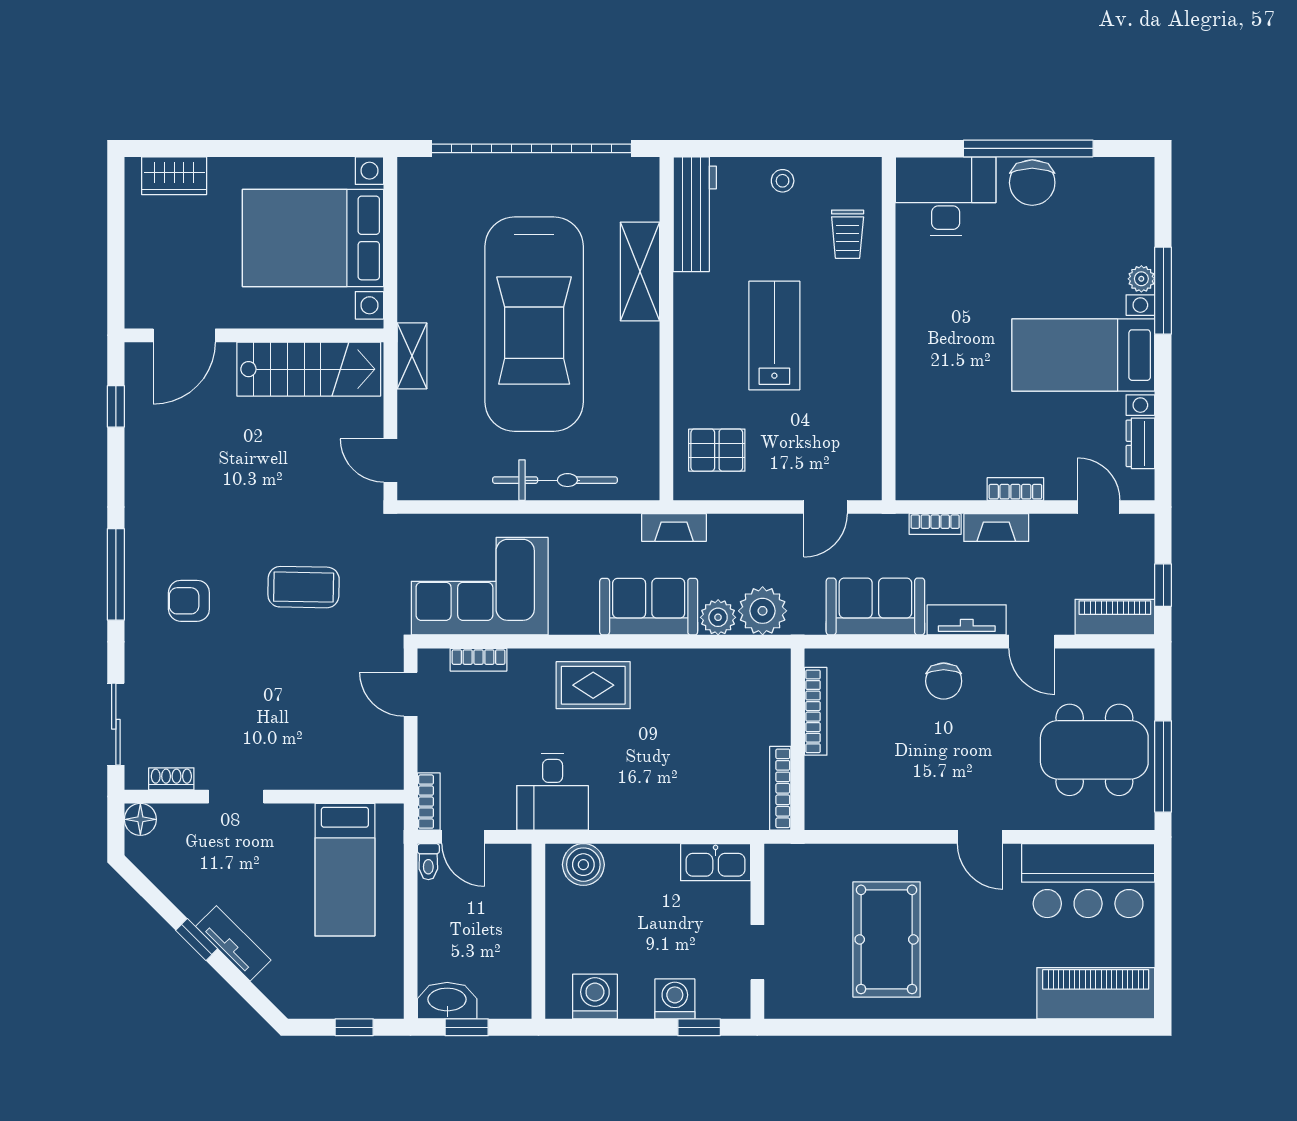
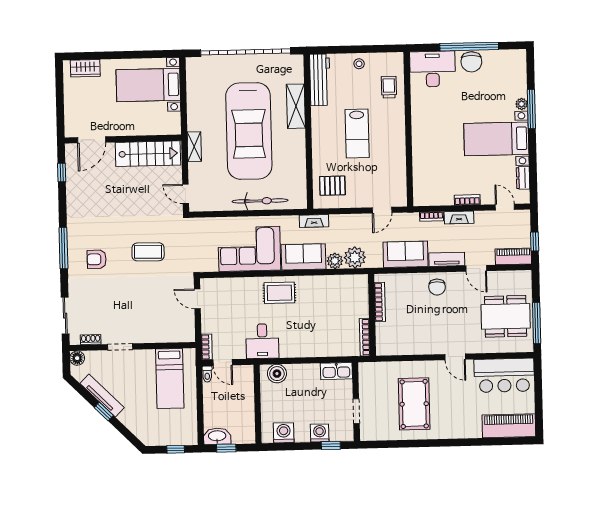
trolley: (848, 234) -> (389, 87), turned 180
bed with nightstands: (313, 238) -> (148, 85), width x0.73
lab bench: (774, 336) -> (357, 133), turned 180
corner sofa: (480, 586) -> (249, 249), moved
bookcase: (479, 660) -> (228, 283), removed
tv unit: (233, 943) -> (102, 396), moved, width x1.41

